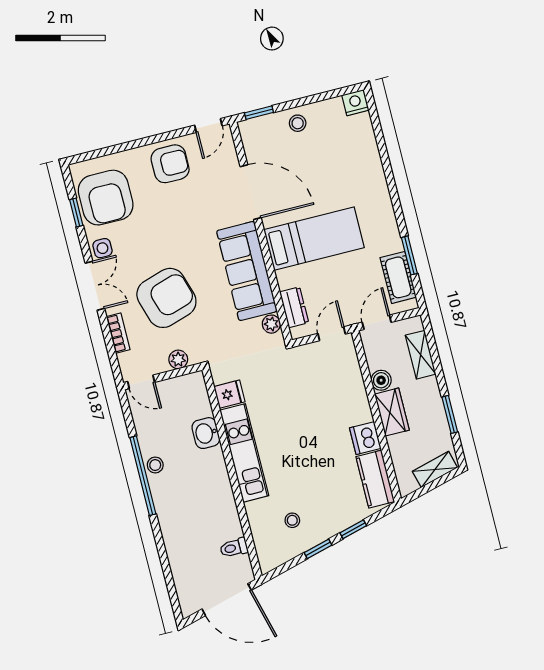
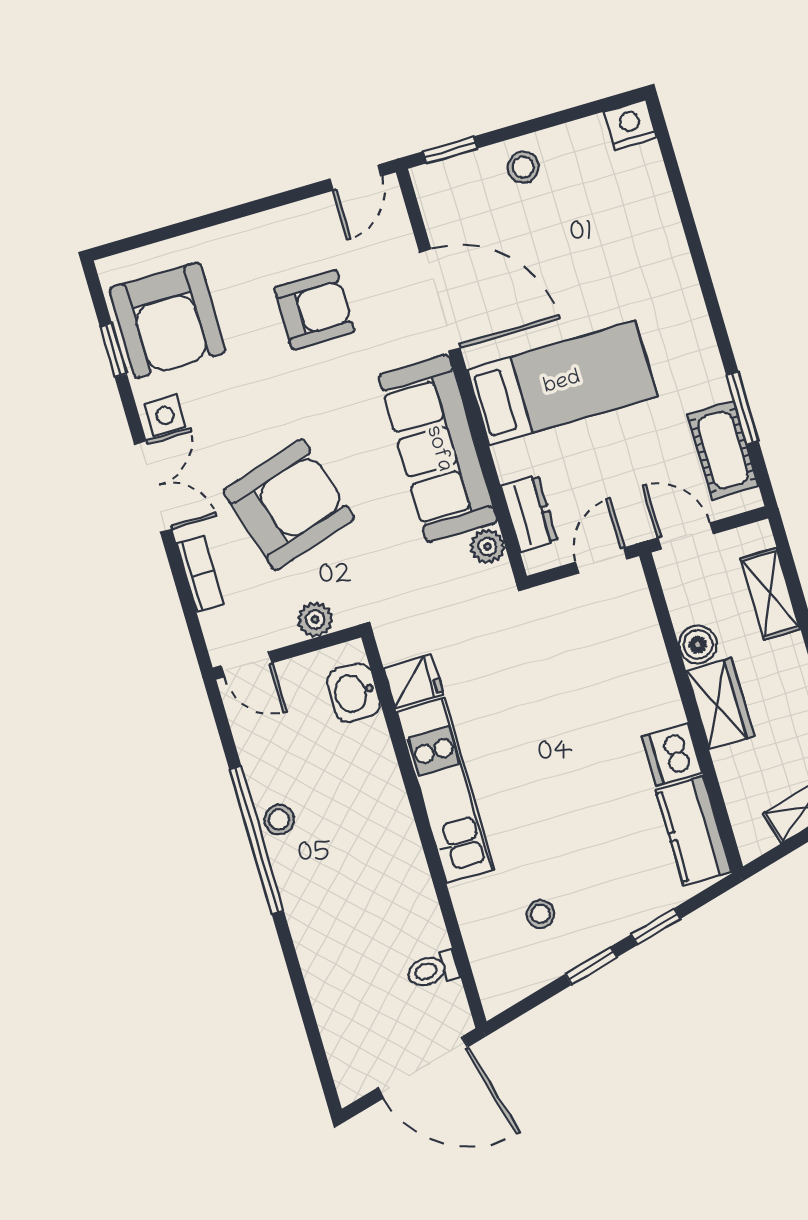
armchair: (170, 164) -> (314, 310), moved
door: (377, 322) -> (686, 536), hinge flipped
washbasin: (206, 433) -> (354, 693), moved

